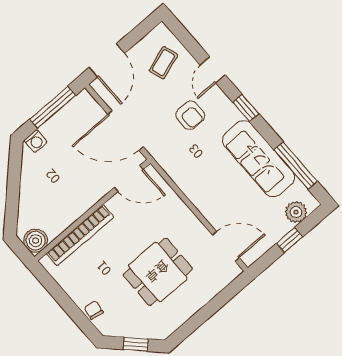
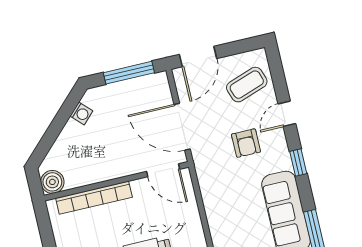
coffee table: (163, 63) -> (247, 85), width x1.36, depth x1.30
washing machine: (36, 141) -> (81, 113), moved, turned -45

